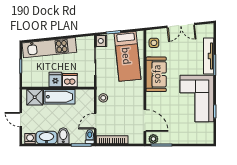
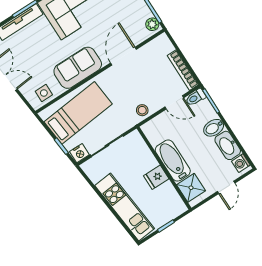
dishwasher: (70, 80) -> (147, 161), removed
door: (145, 121) -> (123, 56), moved

